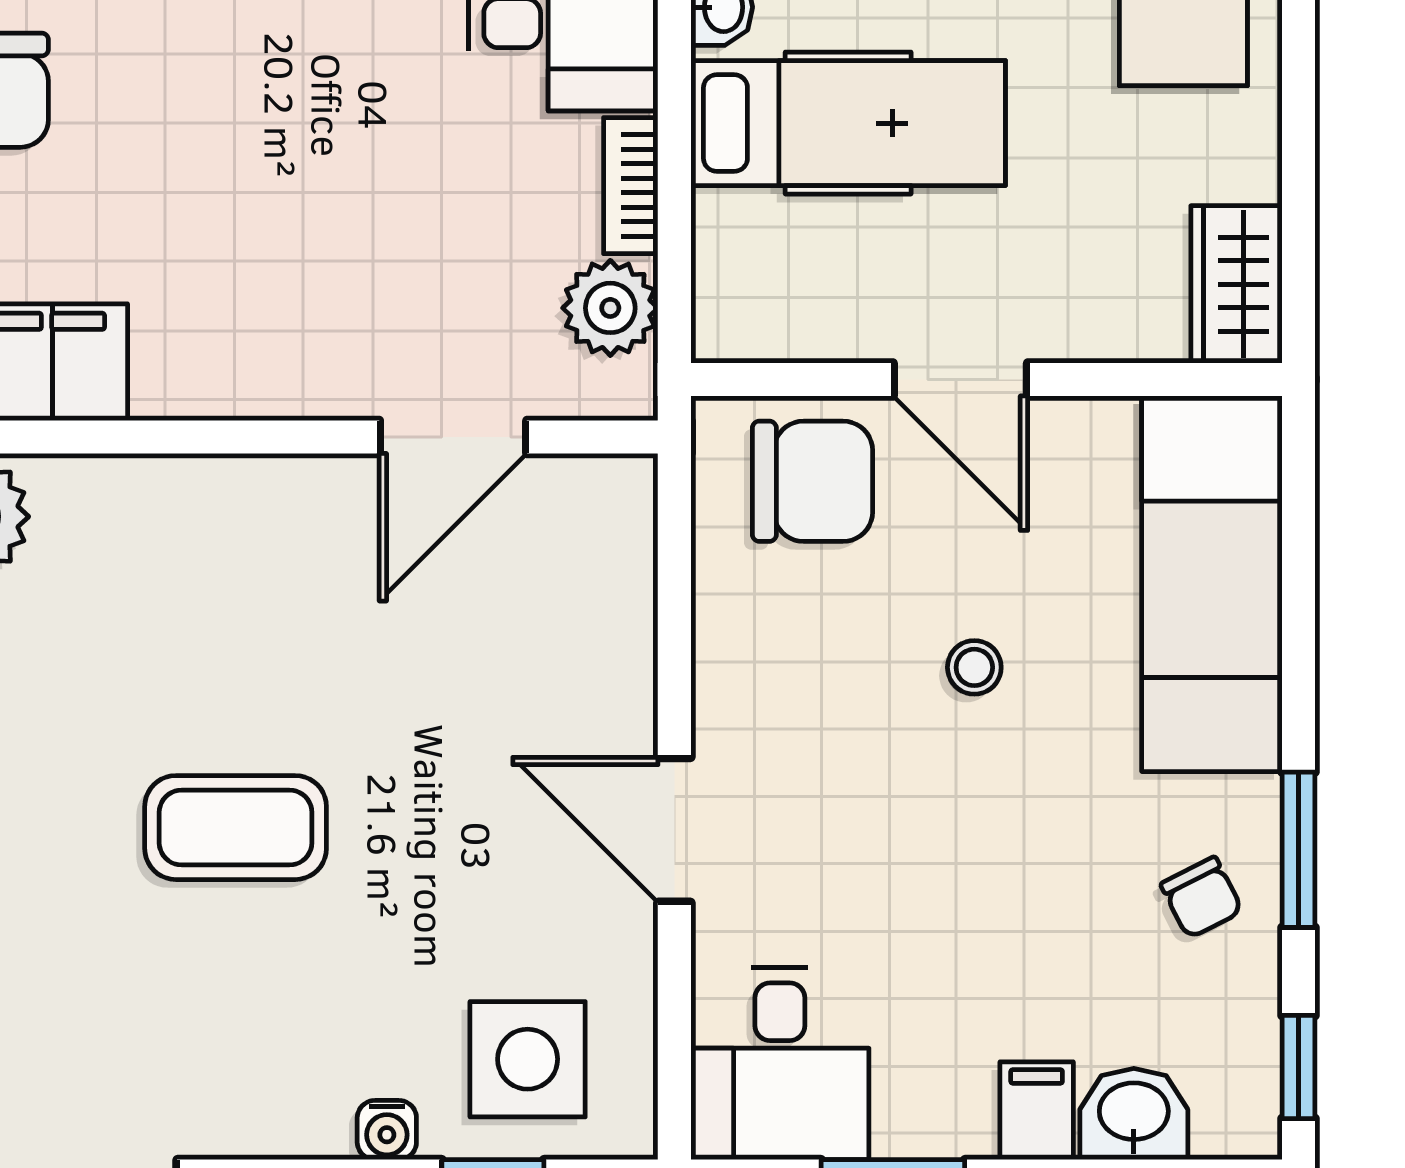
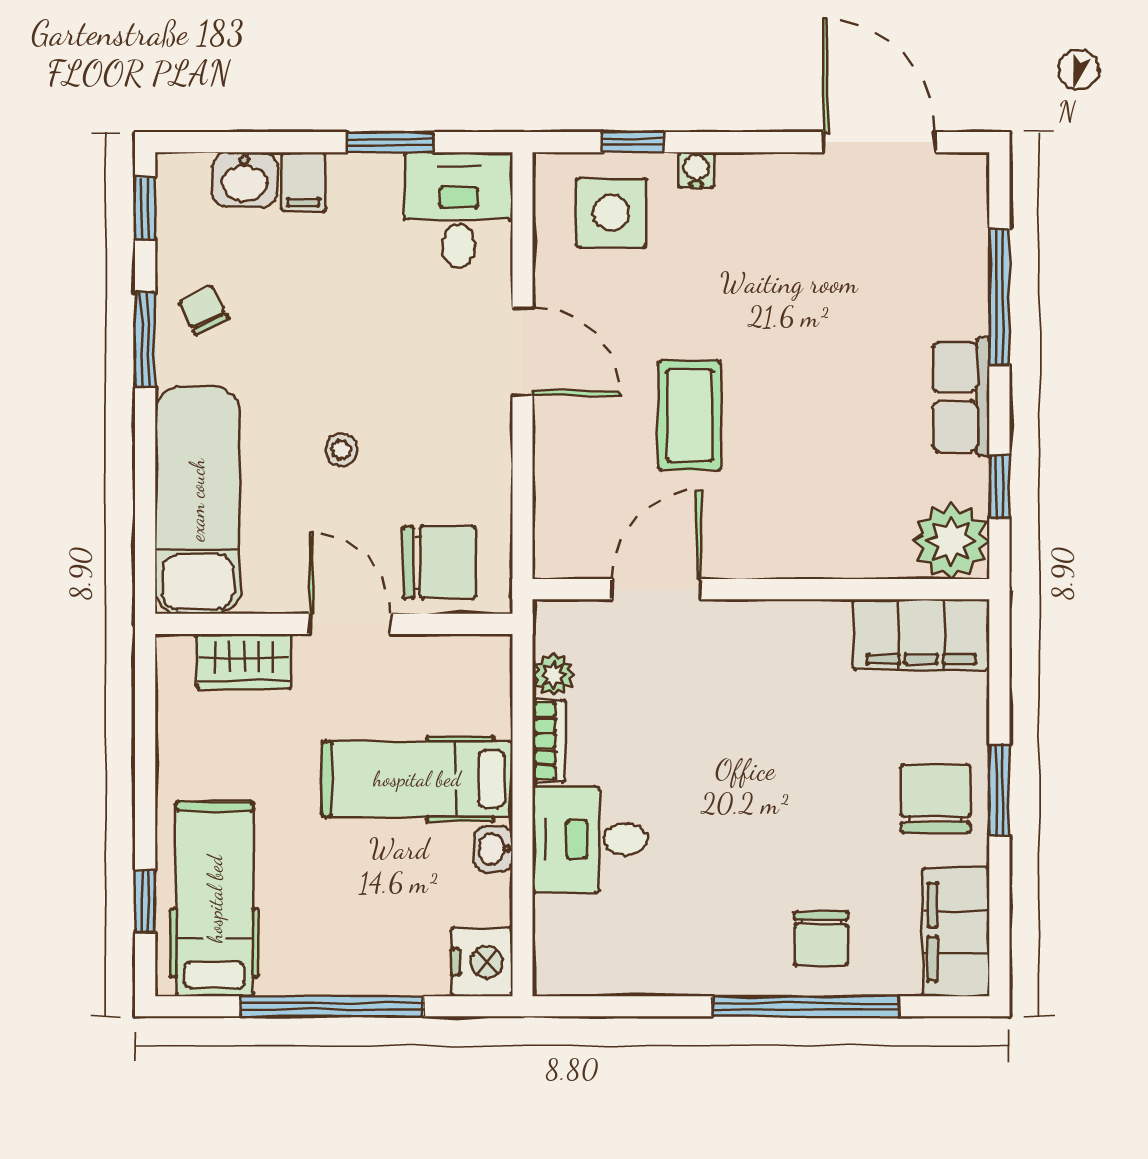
wardrobe: (1236, 284) -> (244, 661), moved, turned 90
plant: (610, 308) -> (553, 675), width x0.73, depth x0.73
chair: (812, 481) -> (439, 562), turned 180
coffee table: (236, 828) -> (690, 416), moved, turned 90

